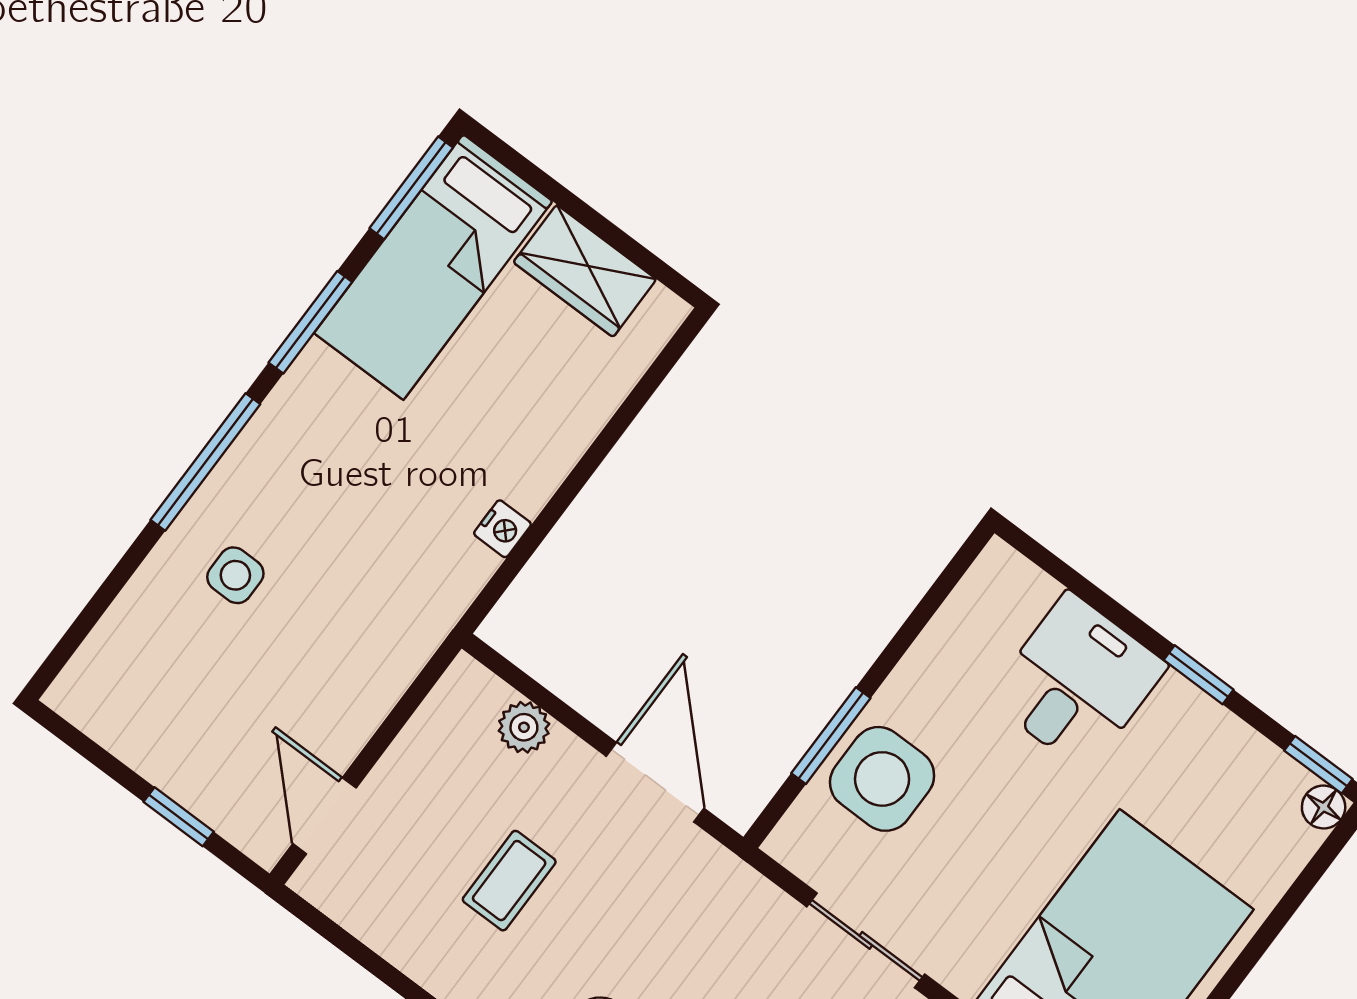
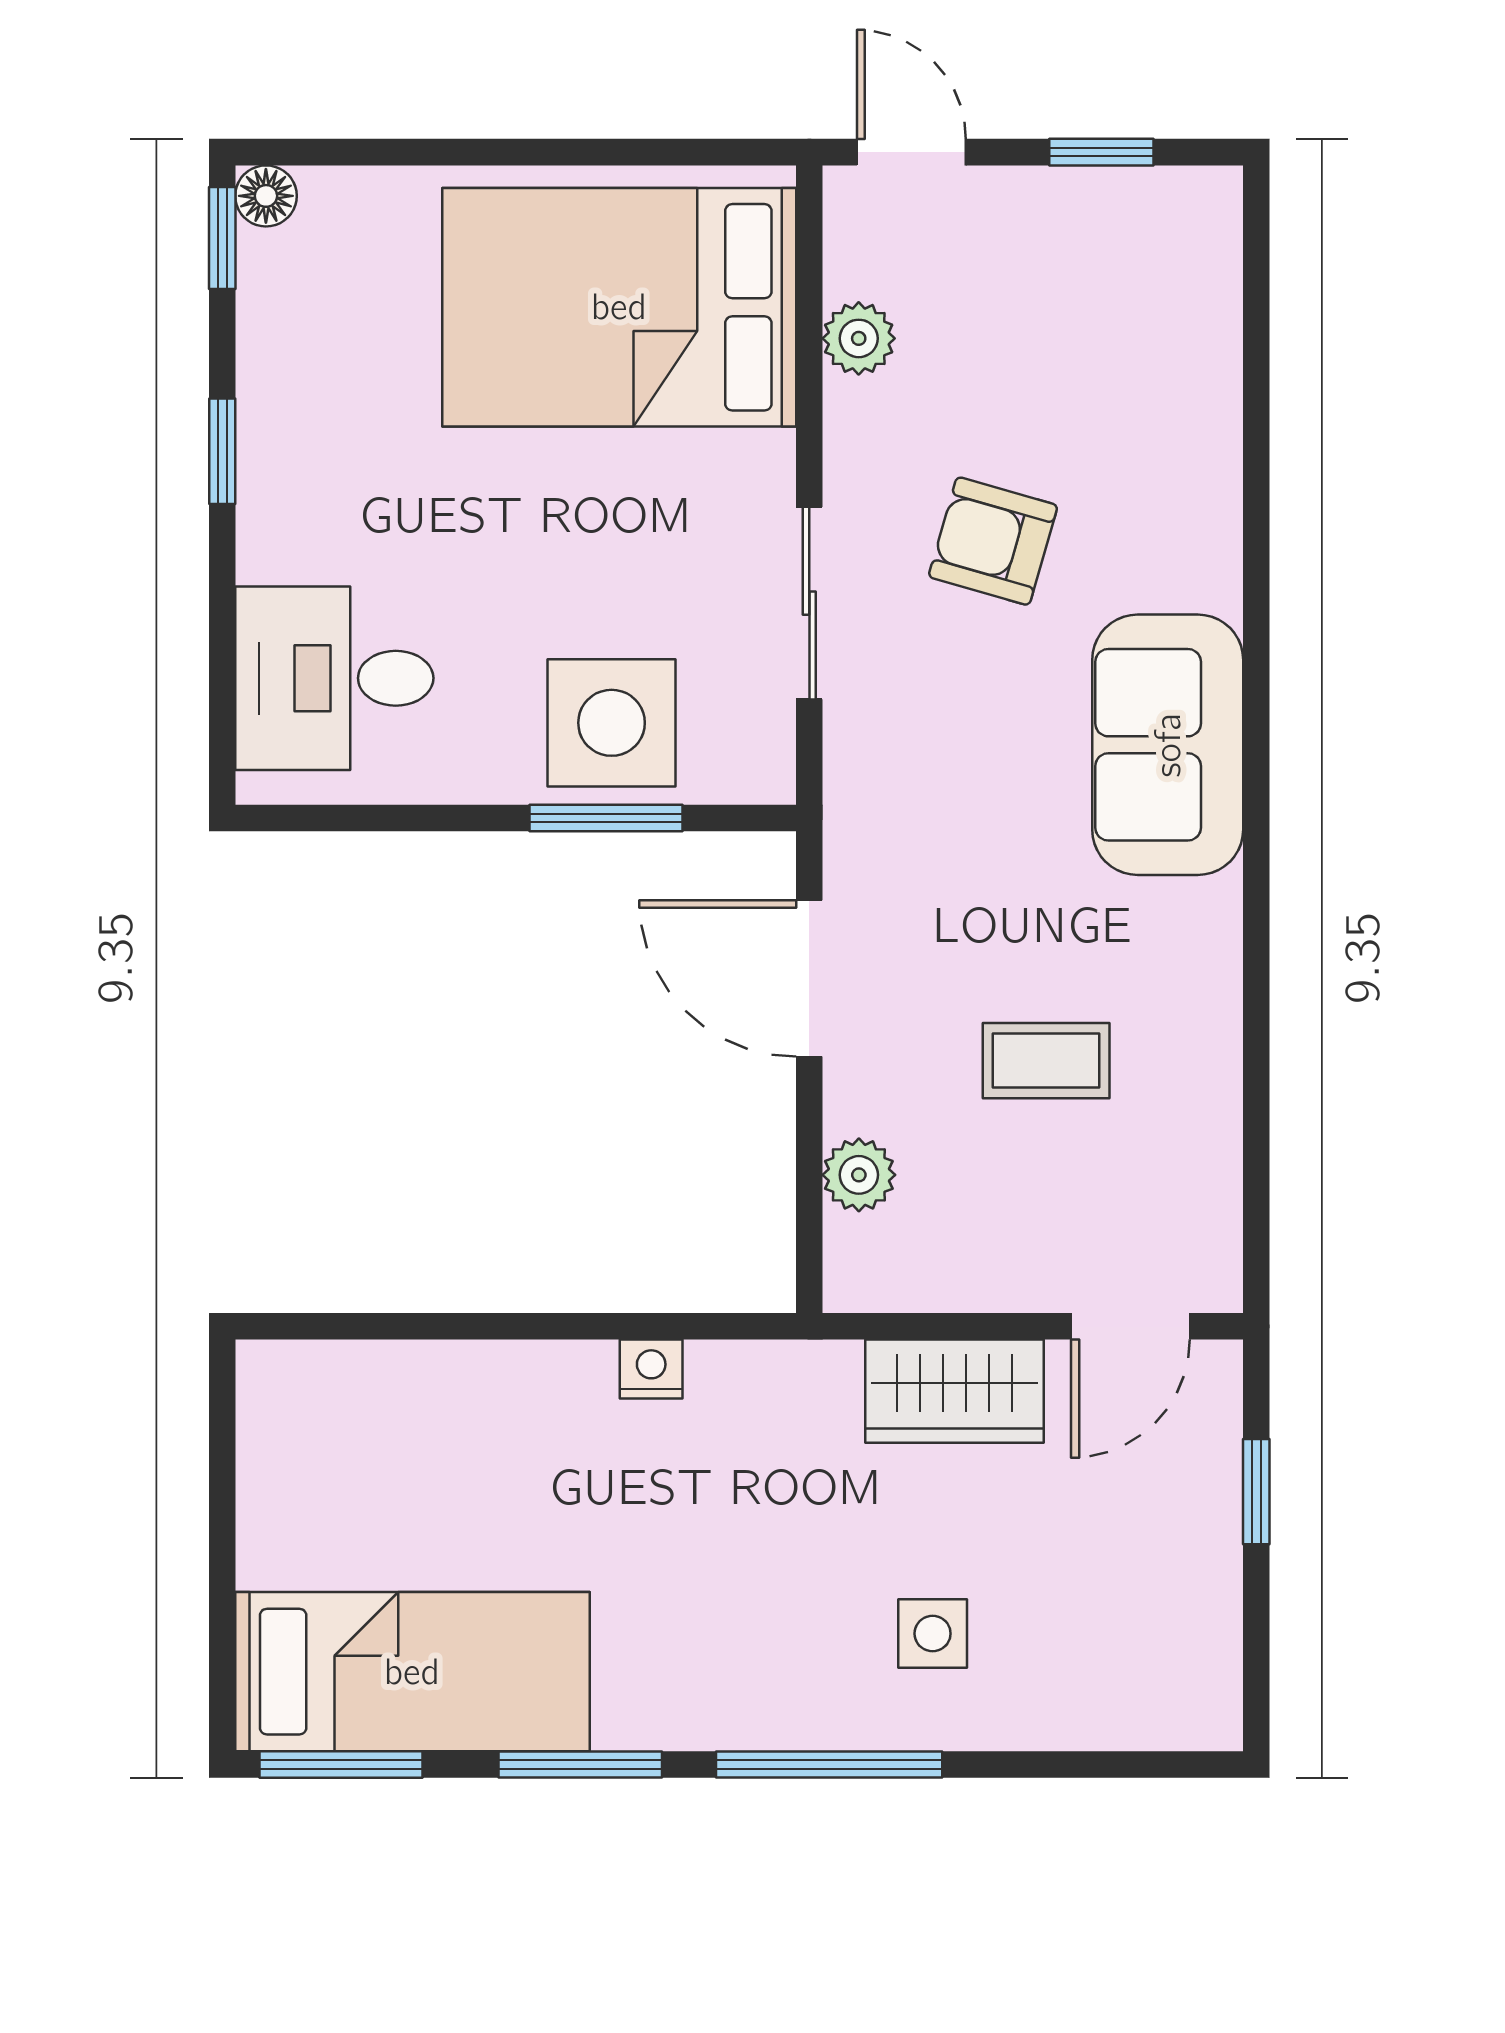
wardrobe: (585, 271) -> (955, 1391), moved, turned 90
desk: (1077, 682) -> (334, 678), moved
door: (655, 782) -> (809, 978), hinge flipped

